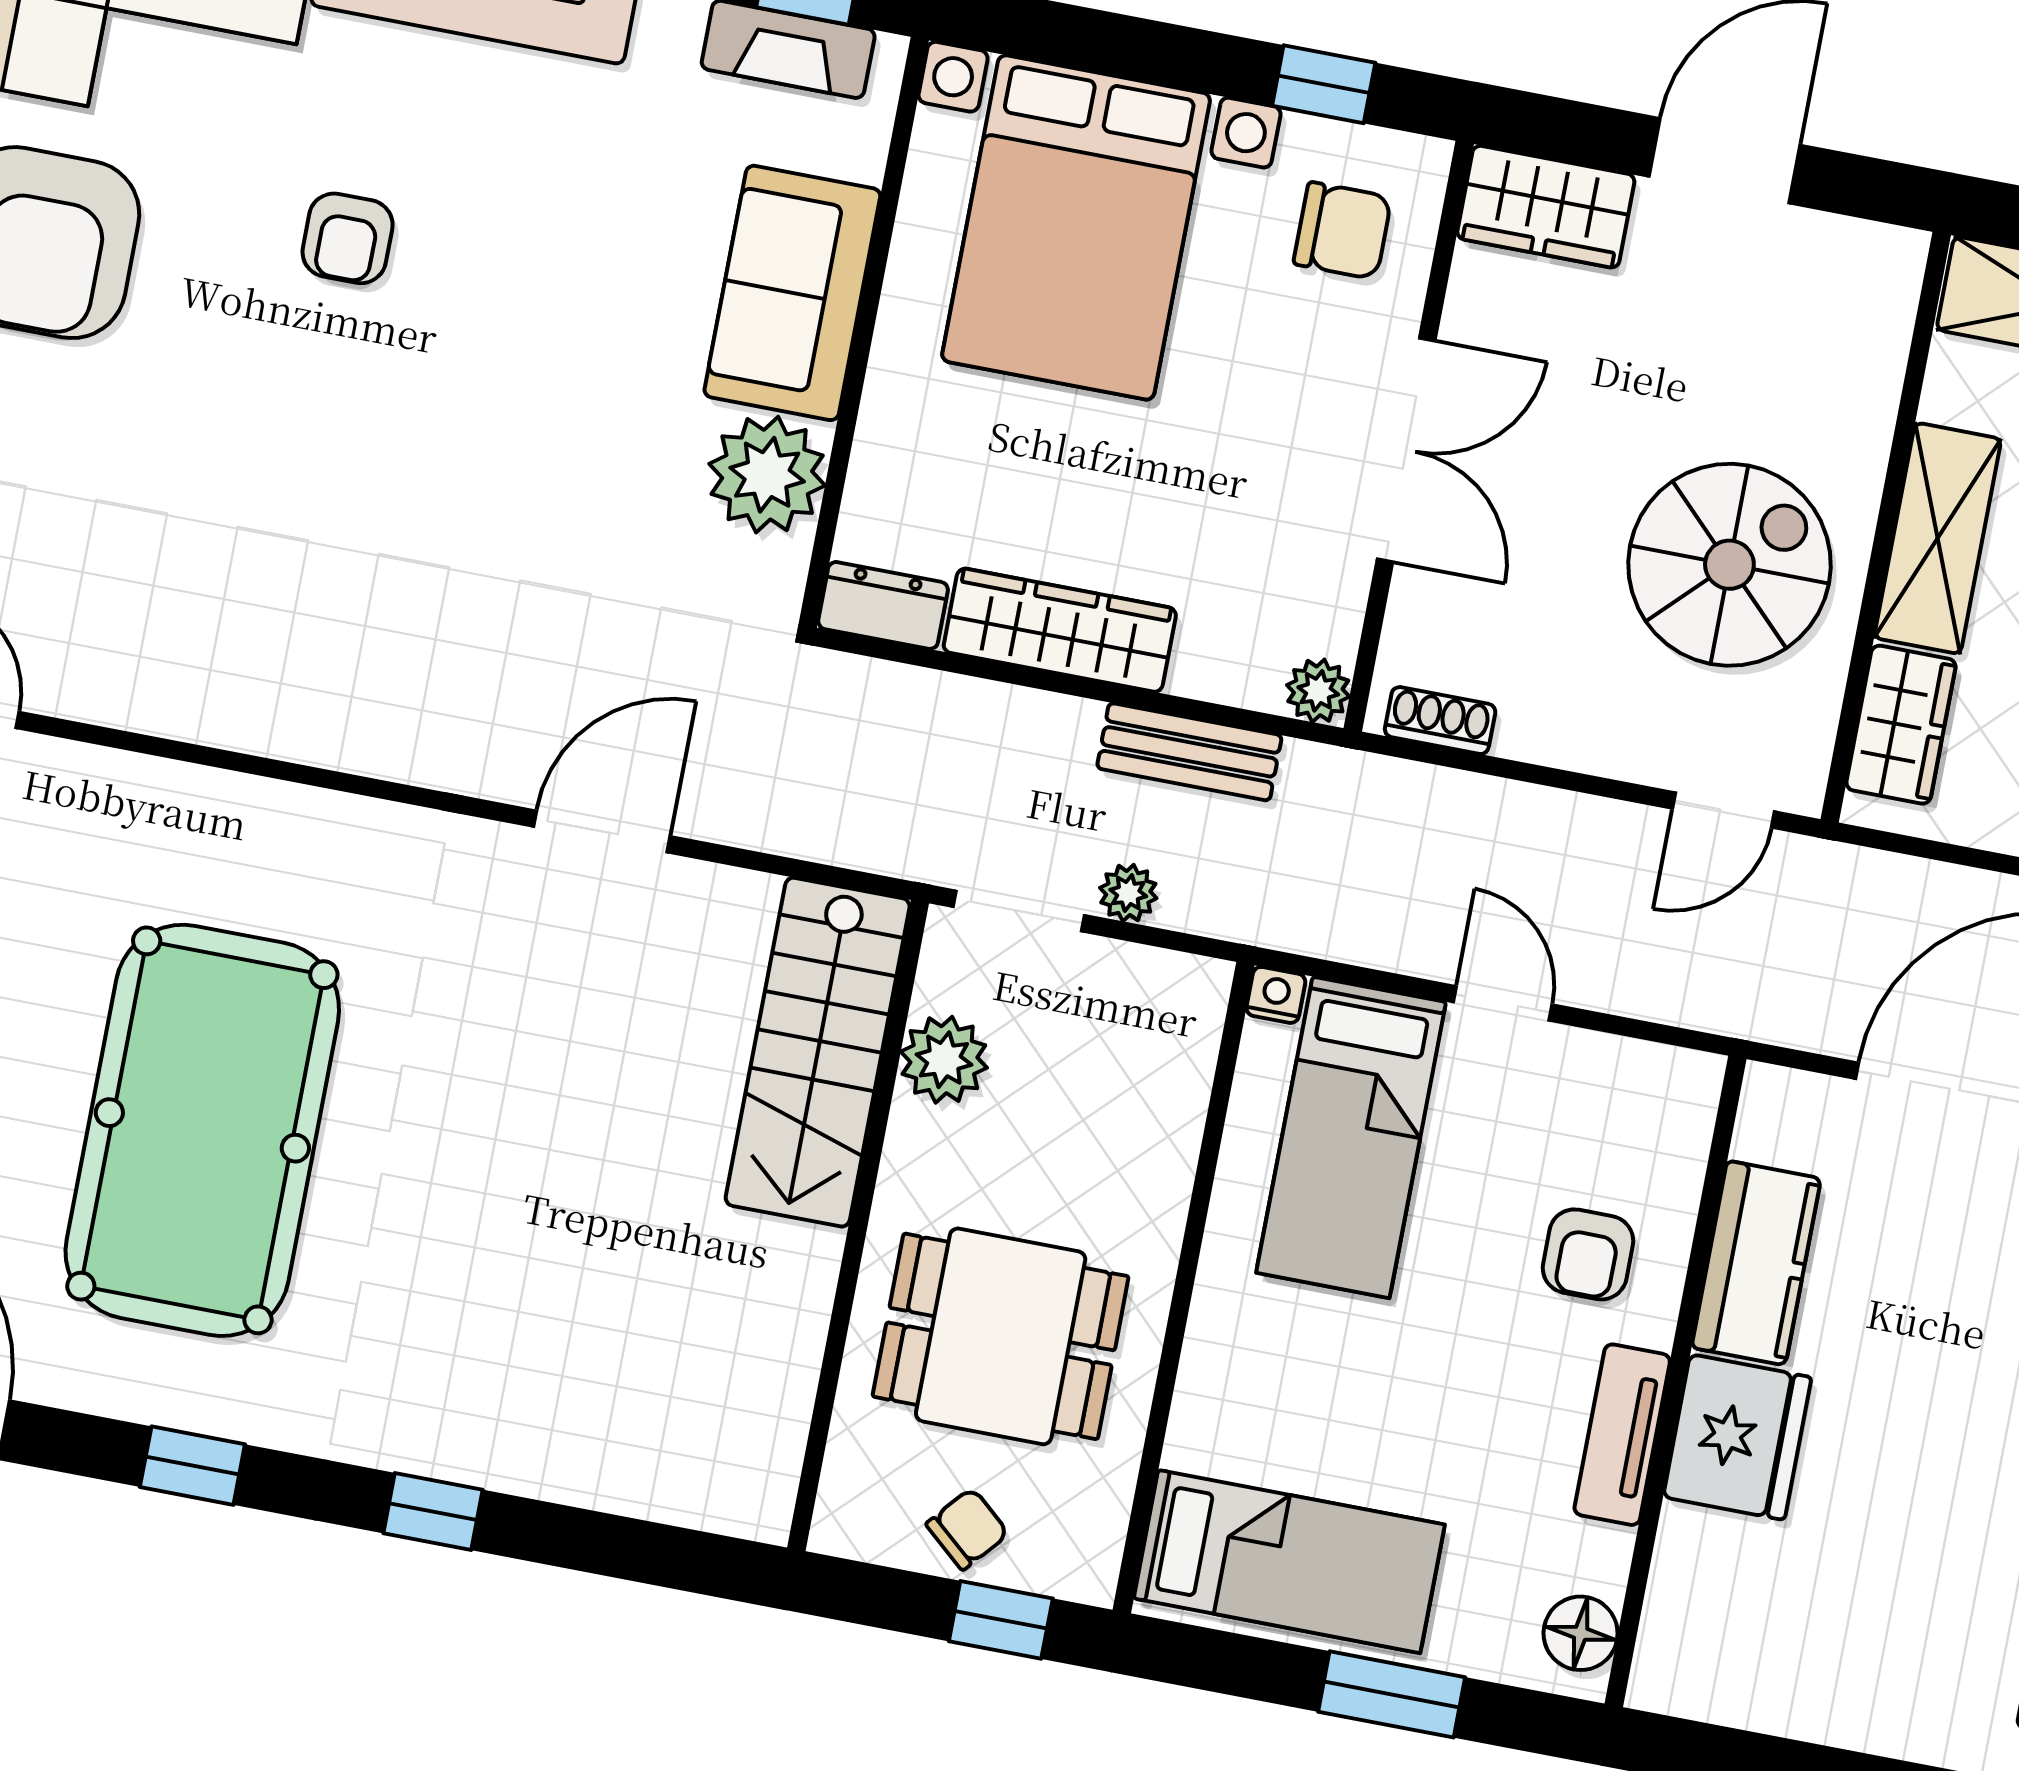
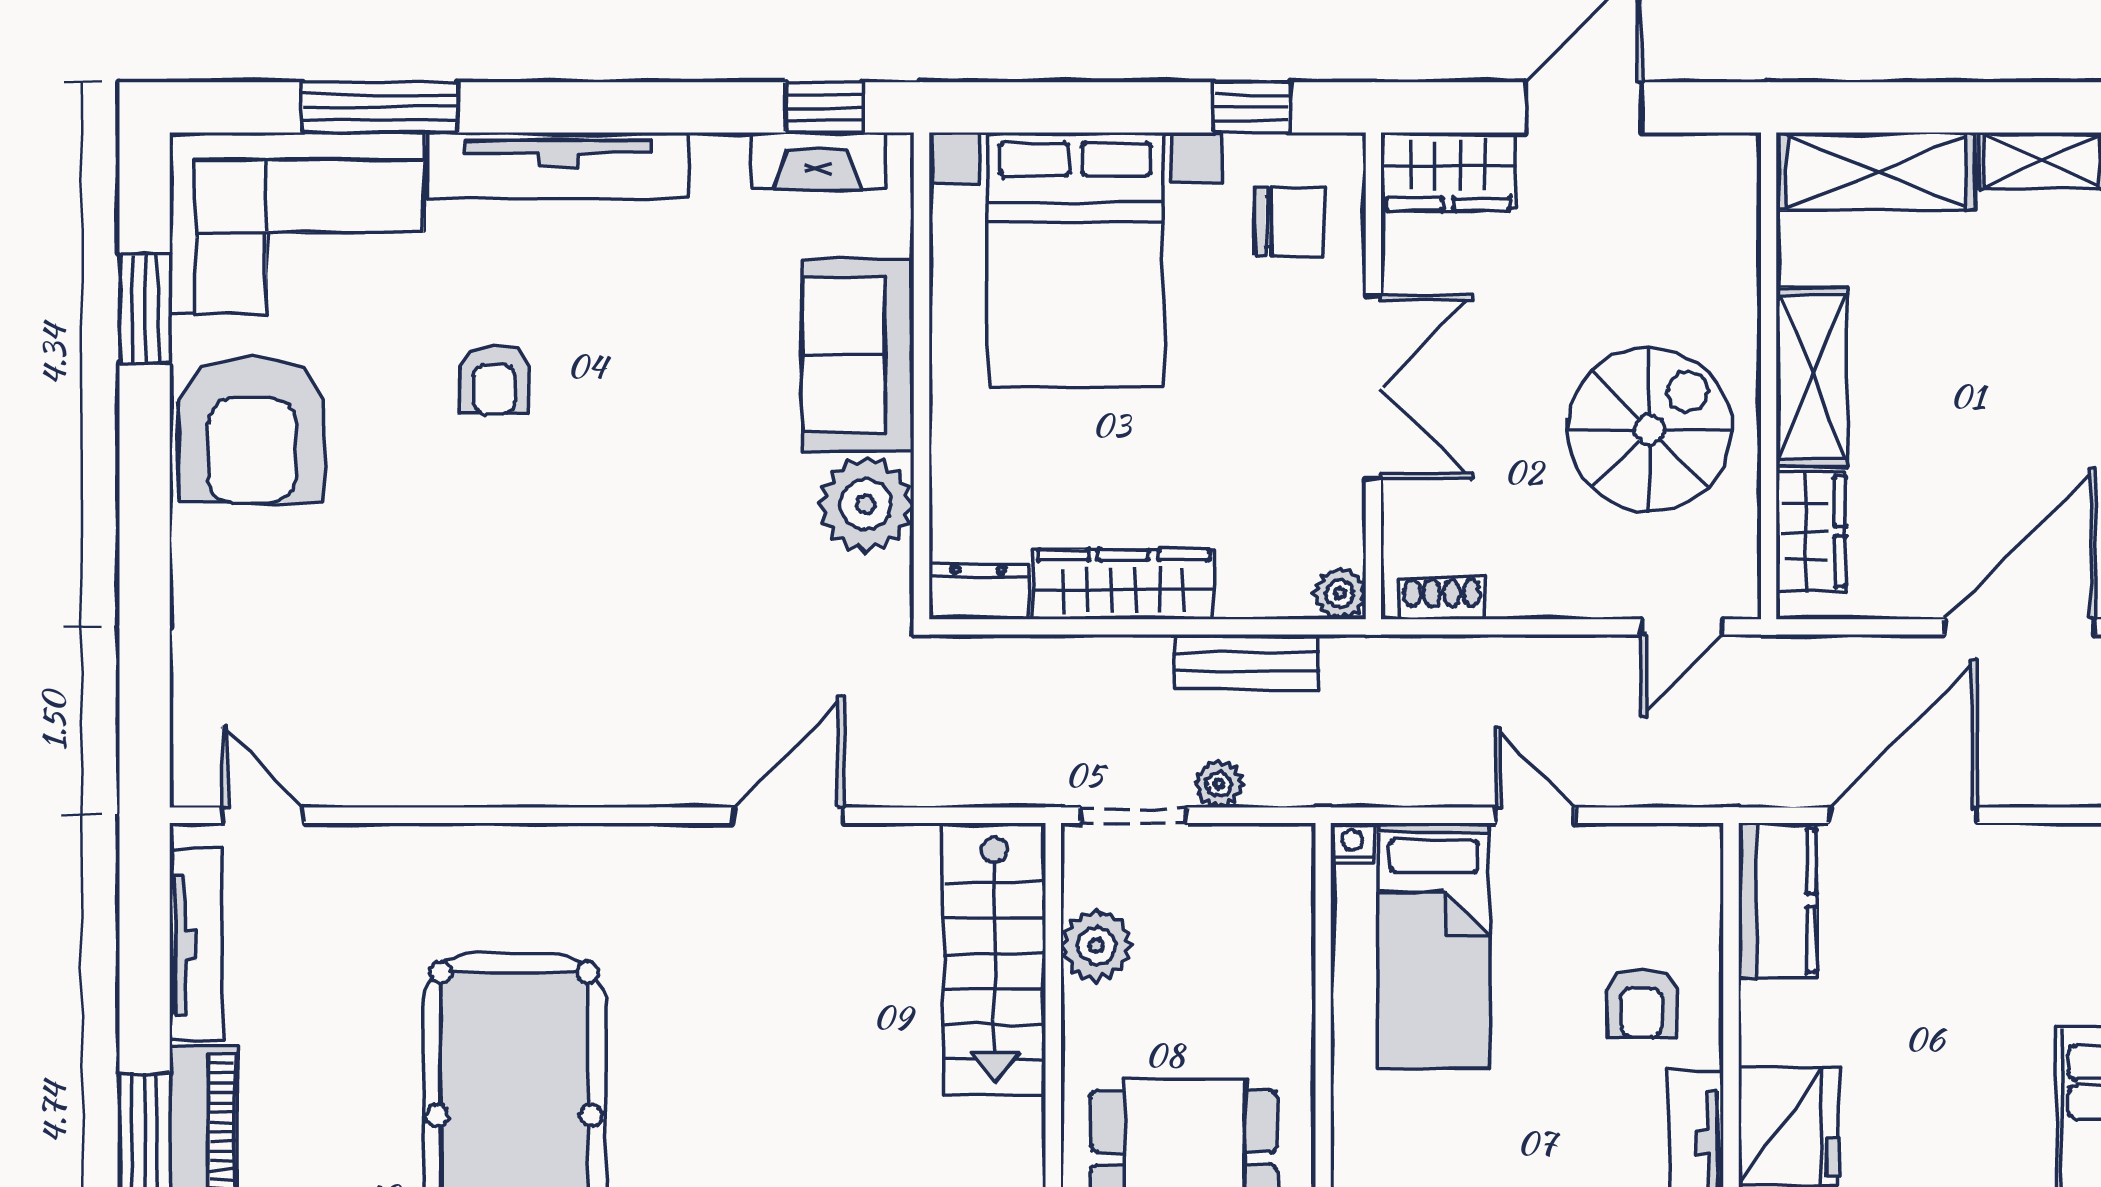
kitchen counter: (1756, 1263) -> (1777, 900), moved

